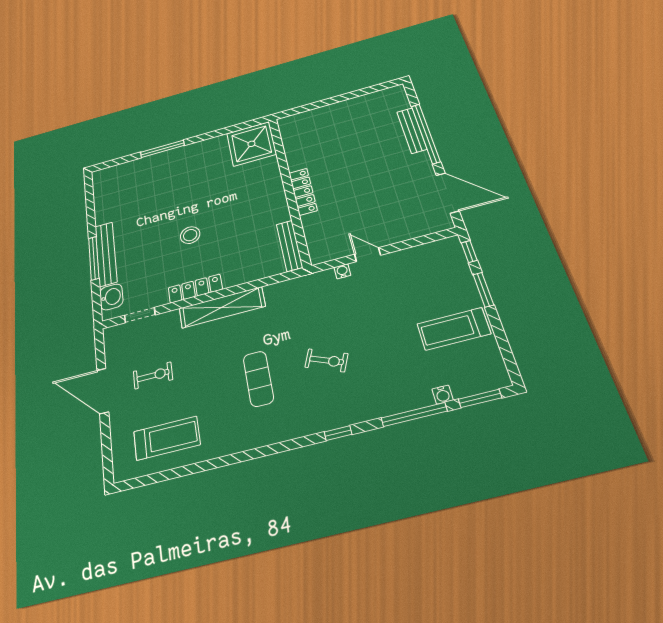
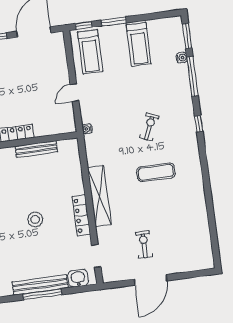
bench: (290, 246) -> (36, 149), moved
water cooler: (342, 271) -> (87, 129), moved
treadmill: (167, 438) -> (90, 52), moved, turned 180

